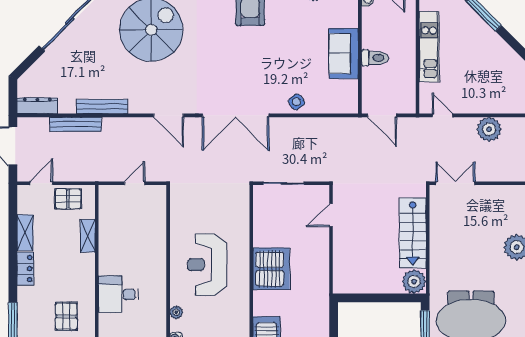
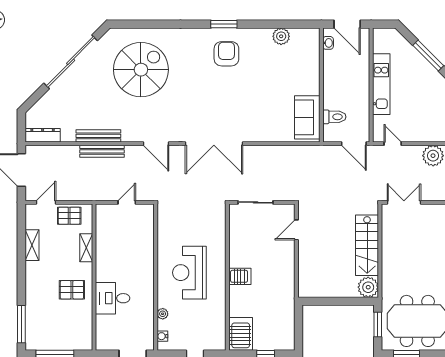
sofa: (344, 53) -> (307, 117), moved
toilet: (375, 58) -> (334, 117), moved
side table: (296, 102) -> (266, 132), removed
door: (382, 115) -> (354, 144), moved
bench: (75, 124) -> (102, 151), moved
locker: (25, 269) -> (32, 276), removed
server rack: (271, 269) -> (240, 276), width x0.46, depth x0.70
pallet: (66, 316) -> (72, 290), moved, turned 90

